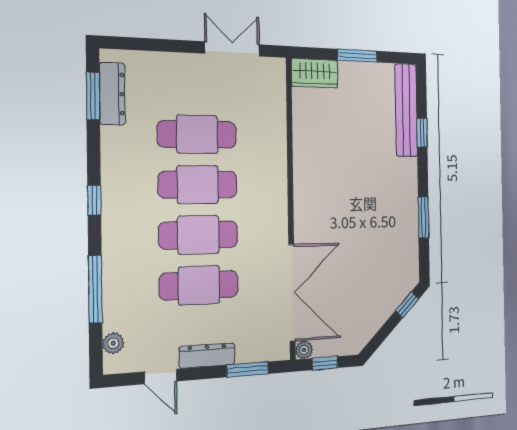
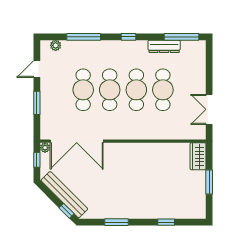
double door: (232, 49) -> (209, 109), swing flipped
dresser: (112, 94) -> (164, 46), moved
window: (93, 96) -> (182, 37), width x1.44
bench: (406, 110) -> (64, 195), moved, turned 45
dresser: (207, 356) -> (46, 94), removed
window: (248, 369) -> (37, 103), moved

